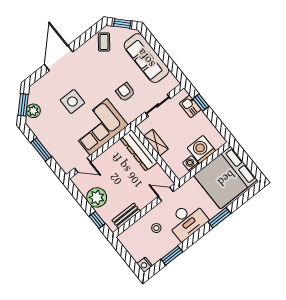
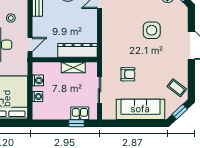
corner sofa: (99, 127) -> (118, 35), removed
washing machine: (201, 149) -> (37, 96), width x0.53, depth x0.53

